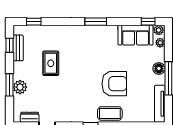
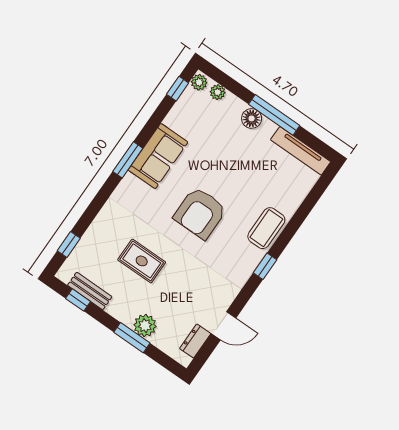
sofa: (136, 35) -> (158, 156), moved
armchair: (114, 84) -> (200, 213), moved, turned 180

